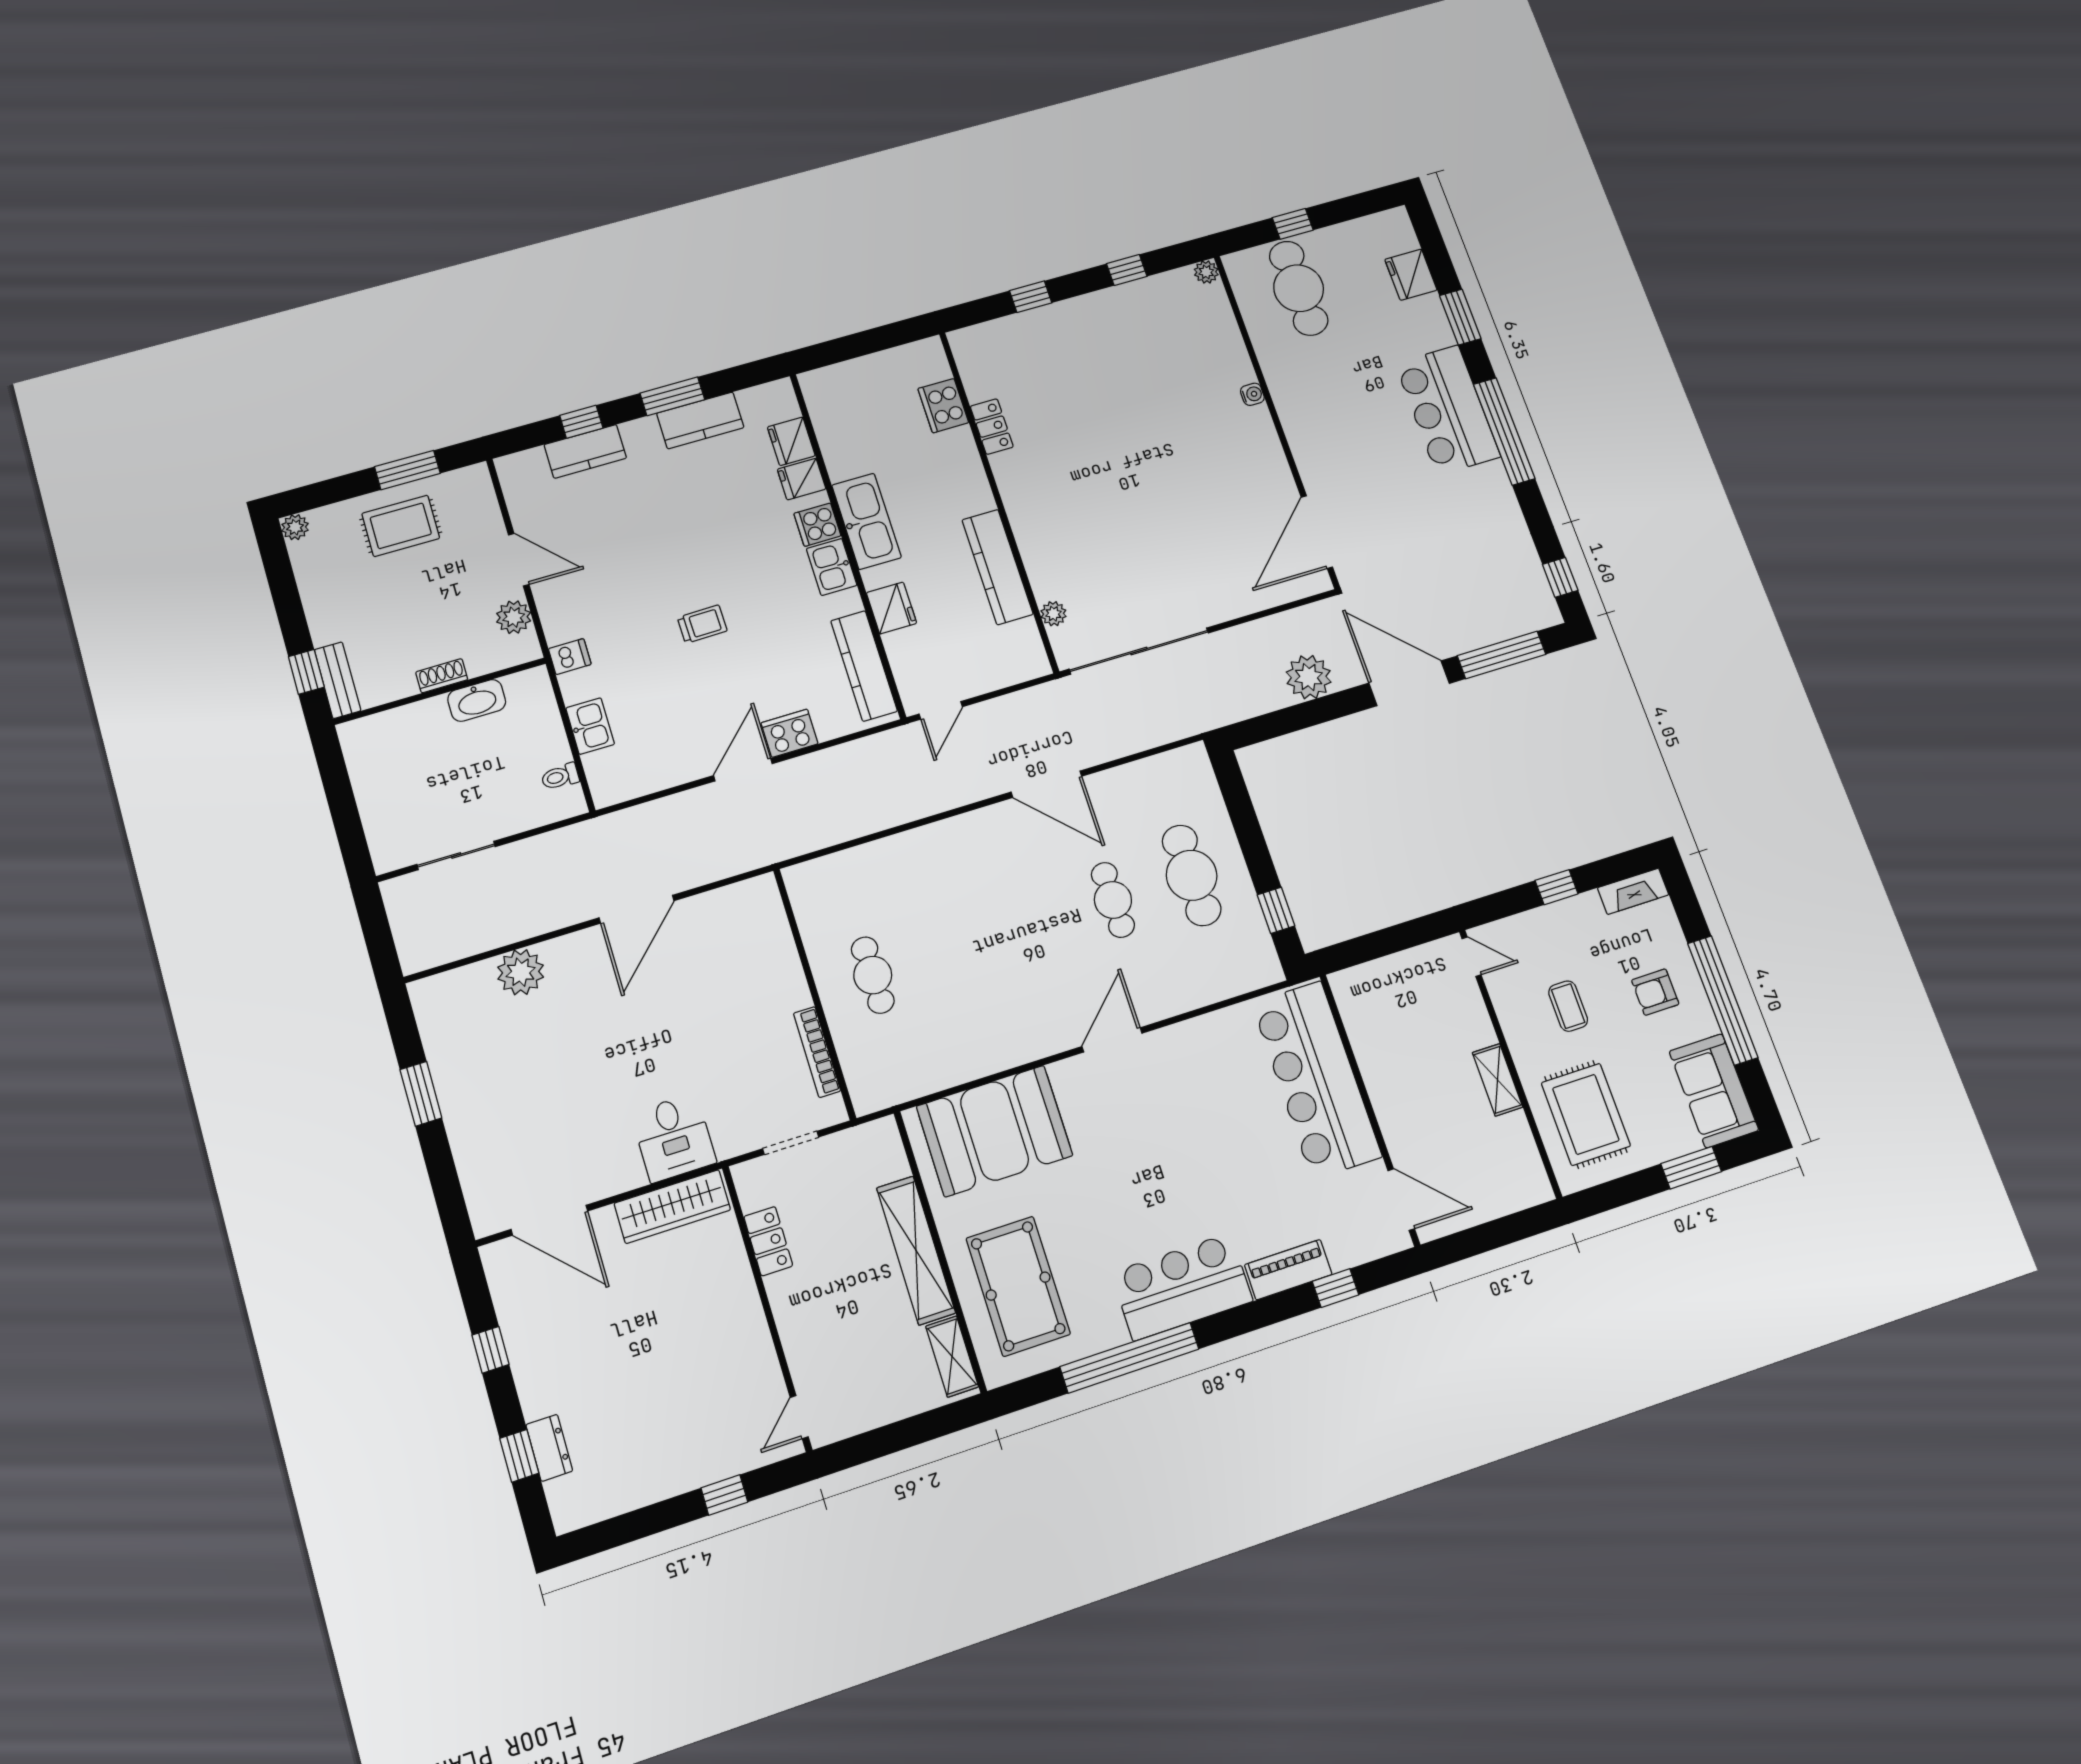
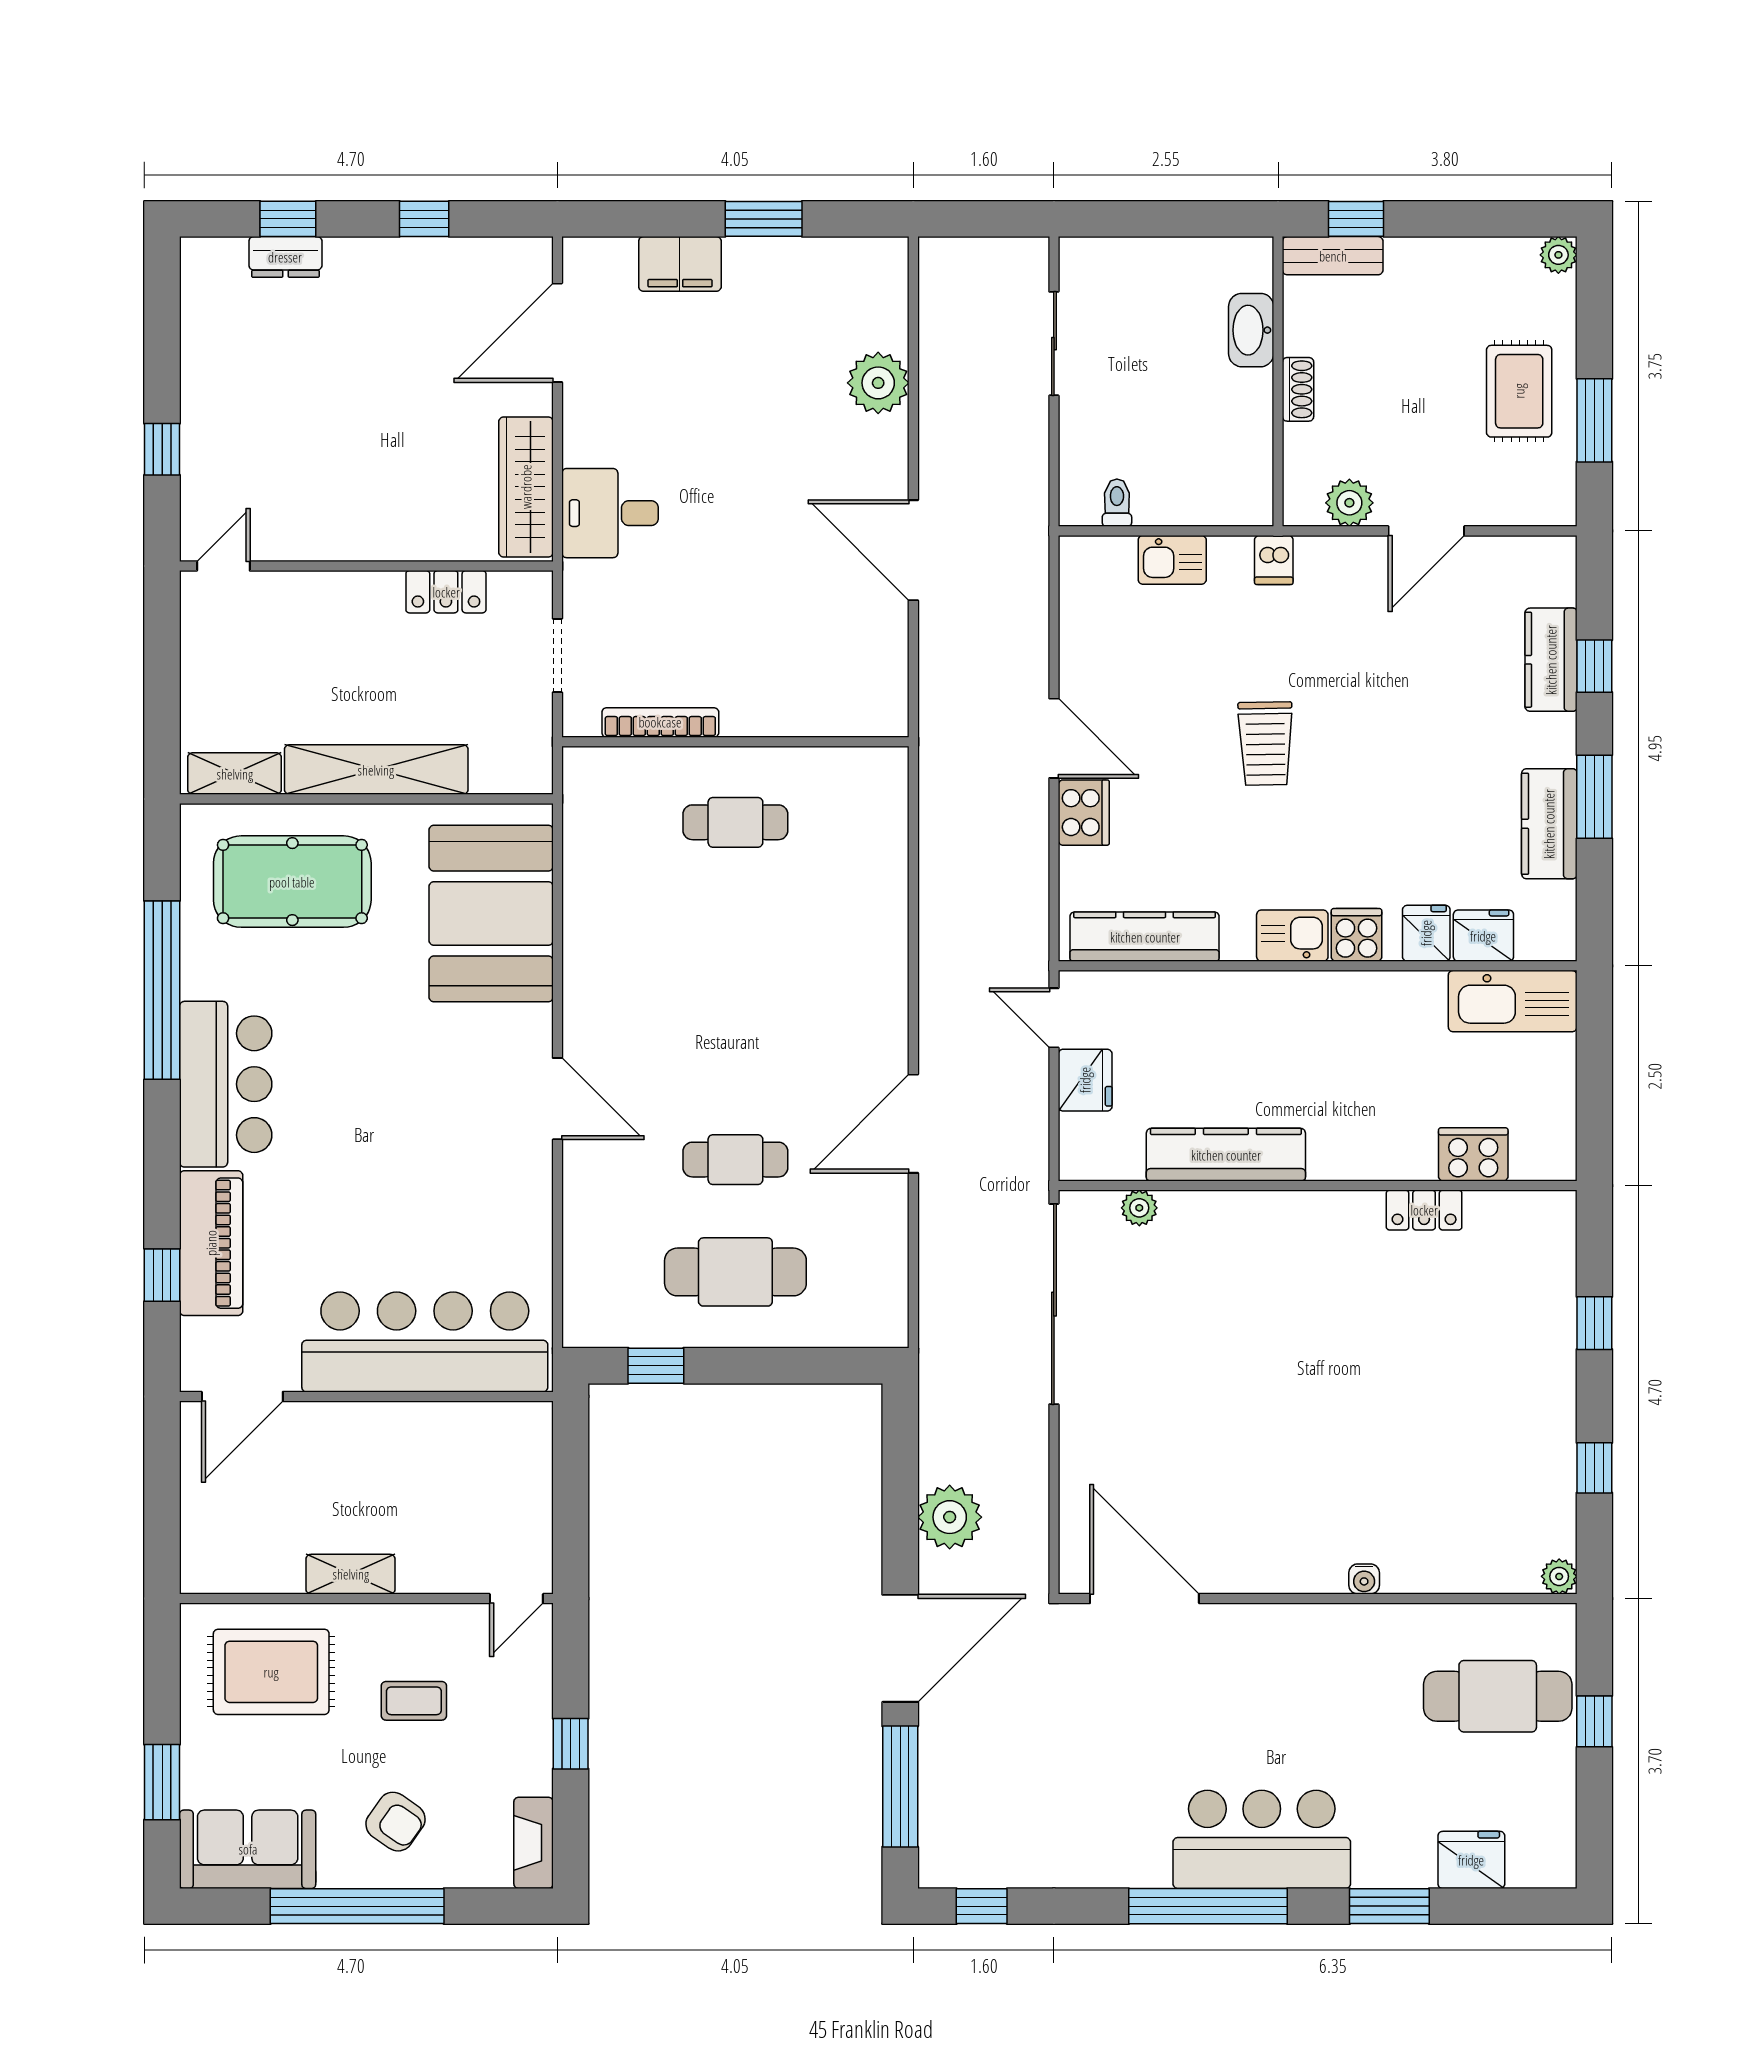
kitchen sink: (866, 521) -> (1513, 1001), moved
fridge: (891, 608) -> (1085, 1080), moved, turned -90
trolley: (702, 624) -> (1265, 743), width x1.36, depth x1.39
washbasin: (477, 700) -> (1251, 330), moved
armchair: (1655, 992) -> (396, 1822), turned 125
filing cabinet: (472, 1145) -> (680, 264), added
piano: (1288, 1270) -> (211, 1243), width x1.37, depth x1.33
door: (799, 1417) -> (223, 566), hinge flipped

